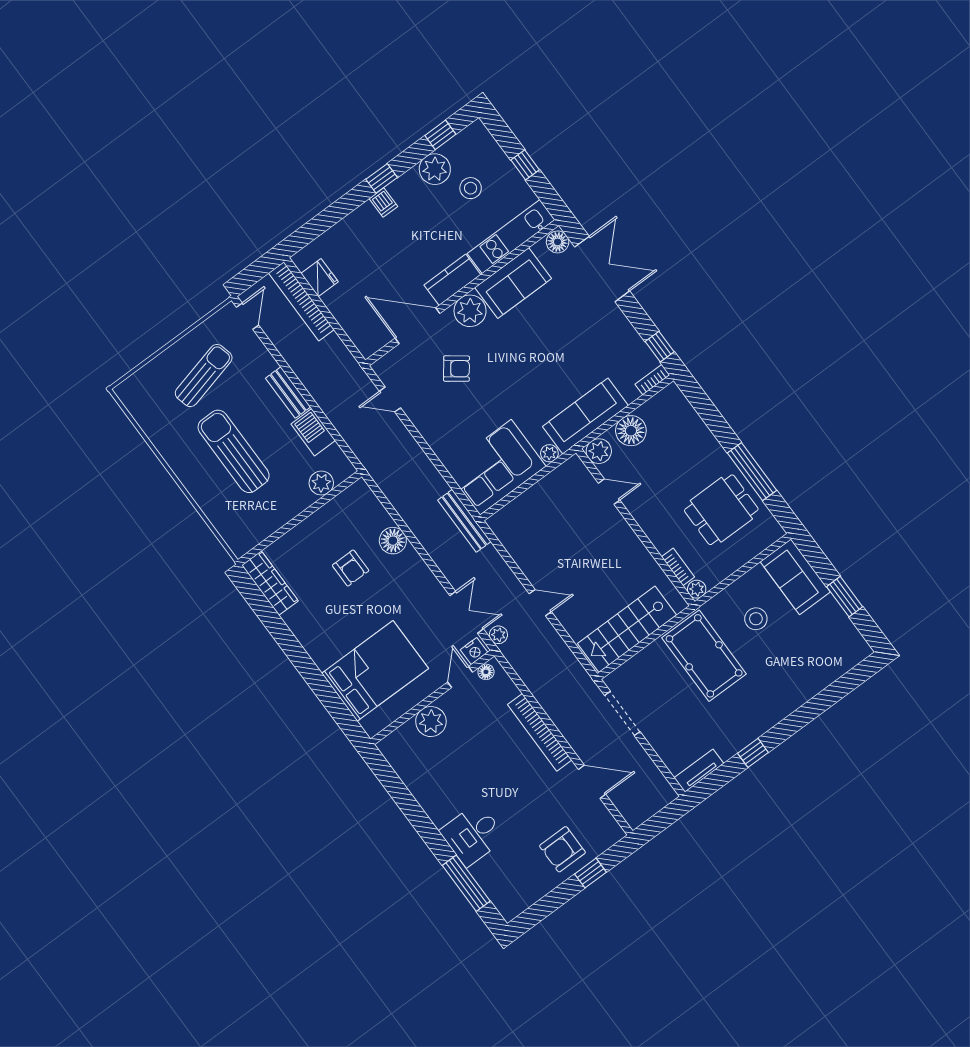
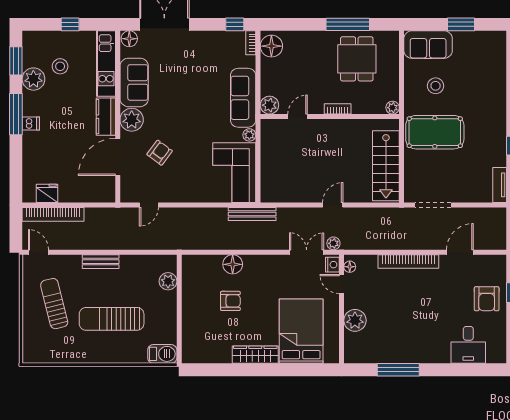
window: (440, 135) -> (16, 61), width x1.50
window: (382, 178) -> (16, 114), width x2.17
floor lamp: (631, 431) -> (271, 46), moved
barbecue: (313, 432) -> (162, 354), moved, turned 180
bookcase: (678, 567) -> (338, 109), moved
wardrobe: (270, 583) -> (255, 355), moved
desk: (473, 835) -> (468, 345), moved
window: (466, 883) -> (398, 370), moved

